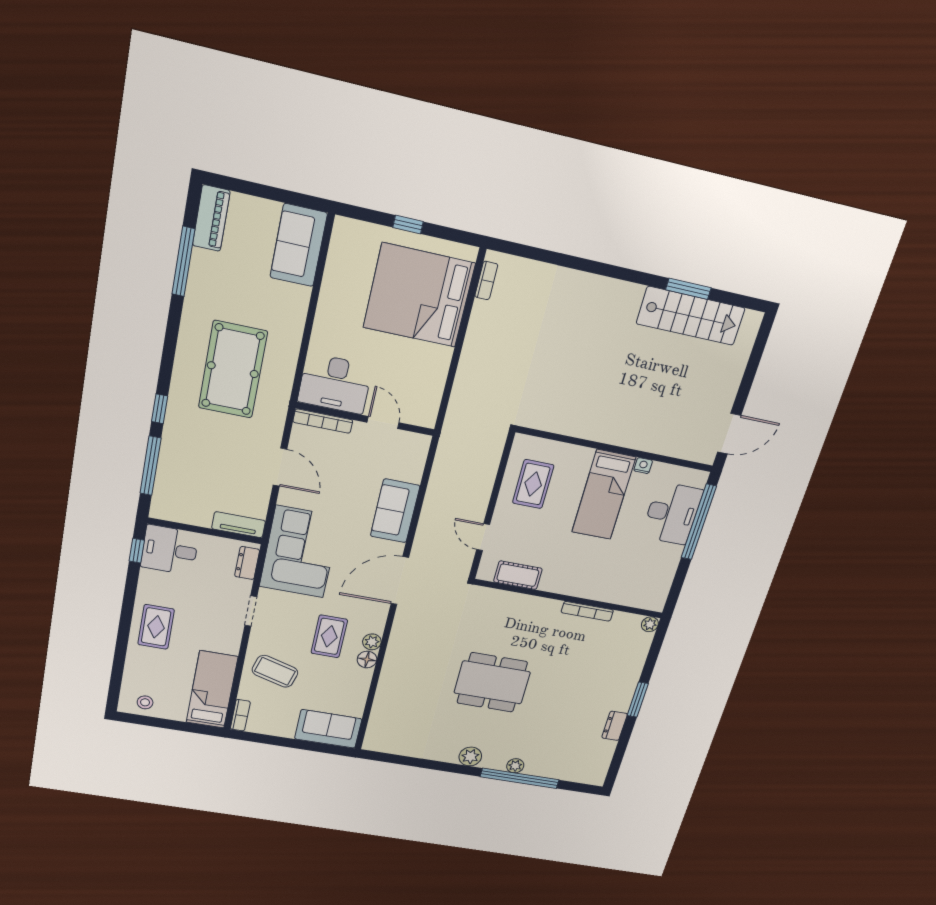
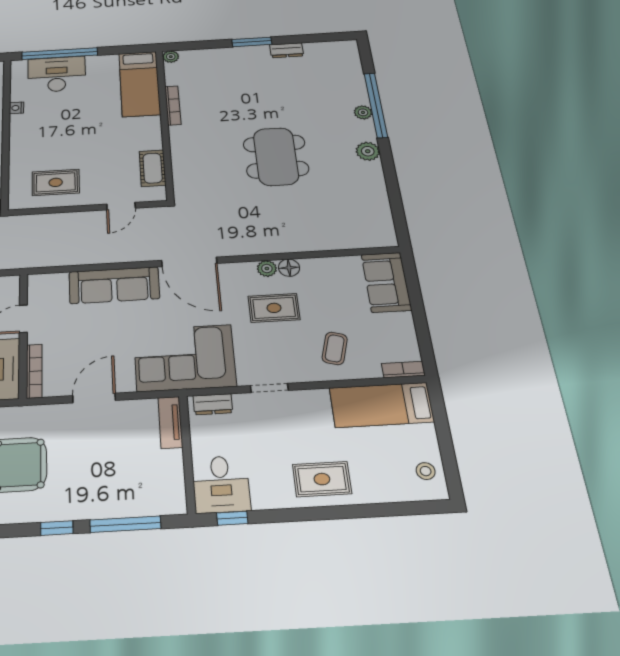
bed: (604, 495) -> (140, 84), moved, turned 90
sofa: (395, 511) -> (114, 285), width x1.36
coffee table: (275, 671) -> (335, 348), width x0.73, depth x0.77

